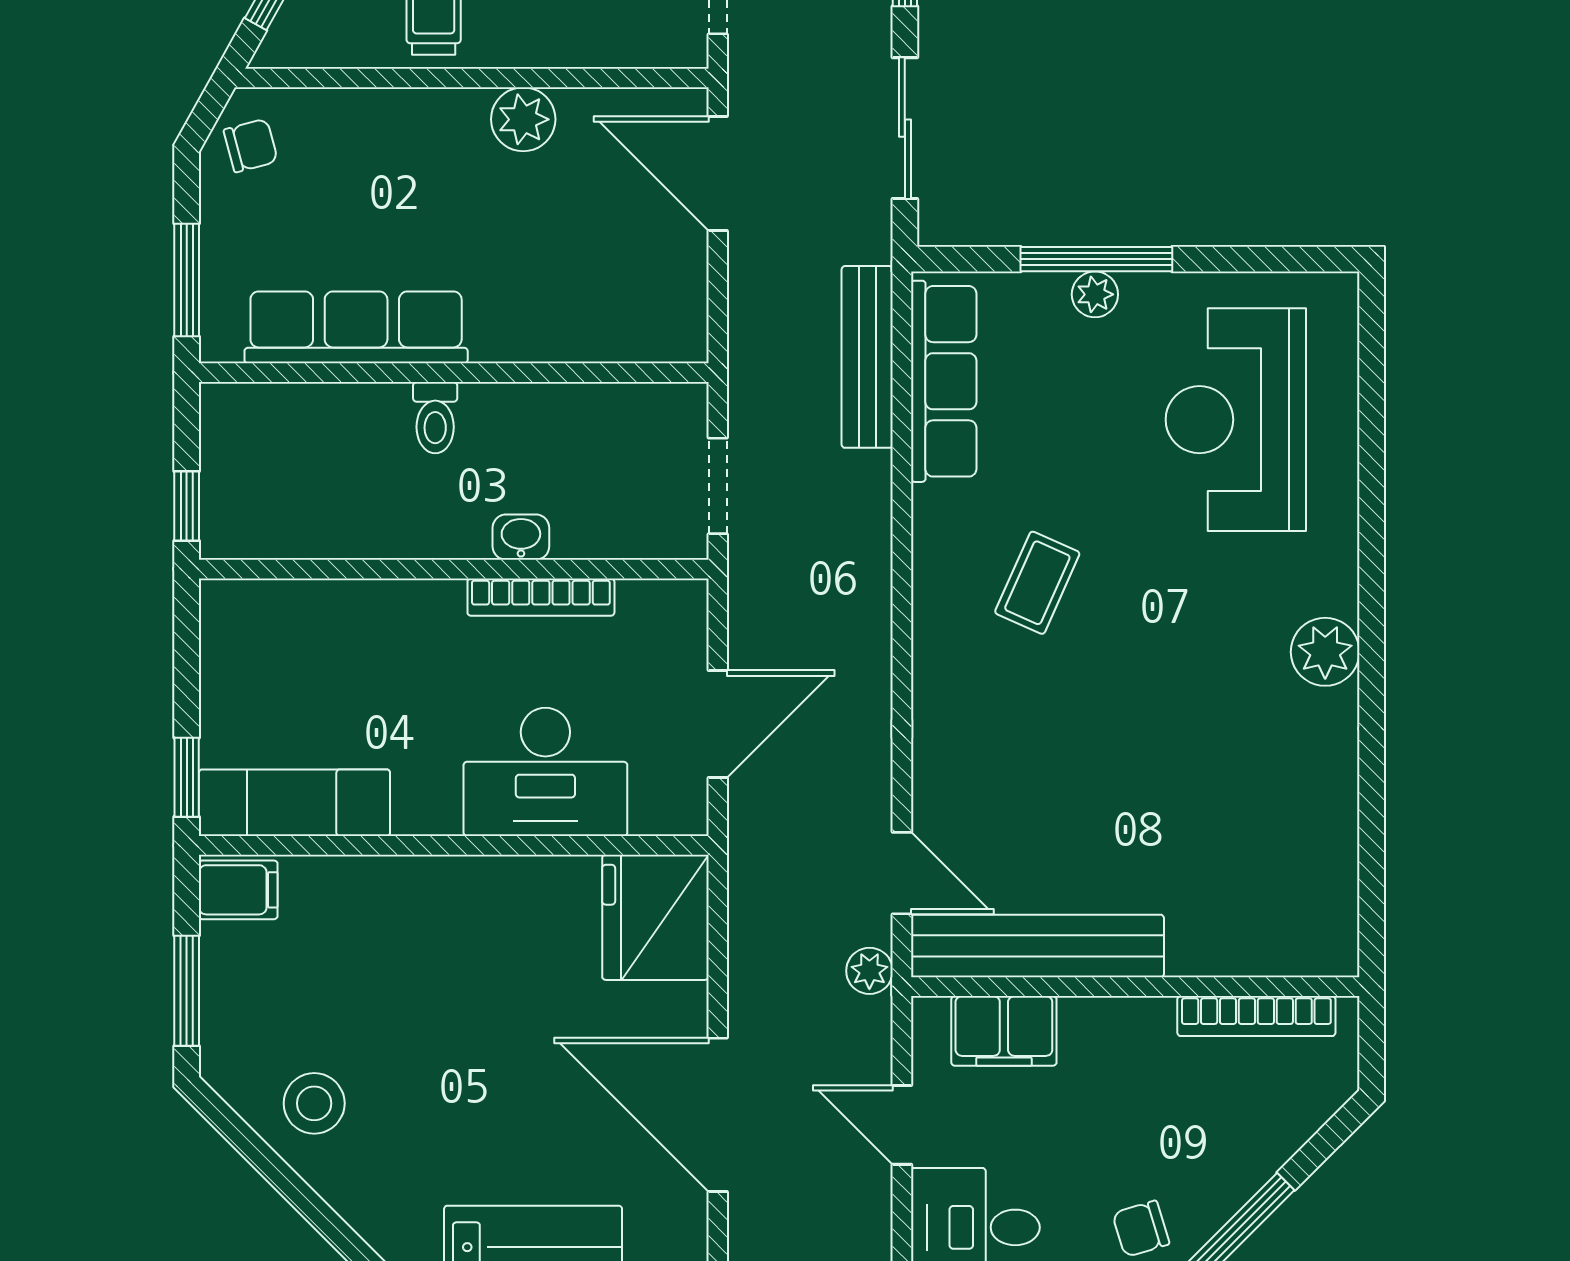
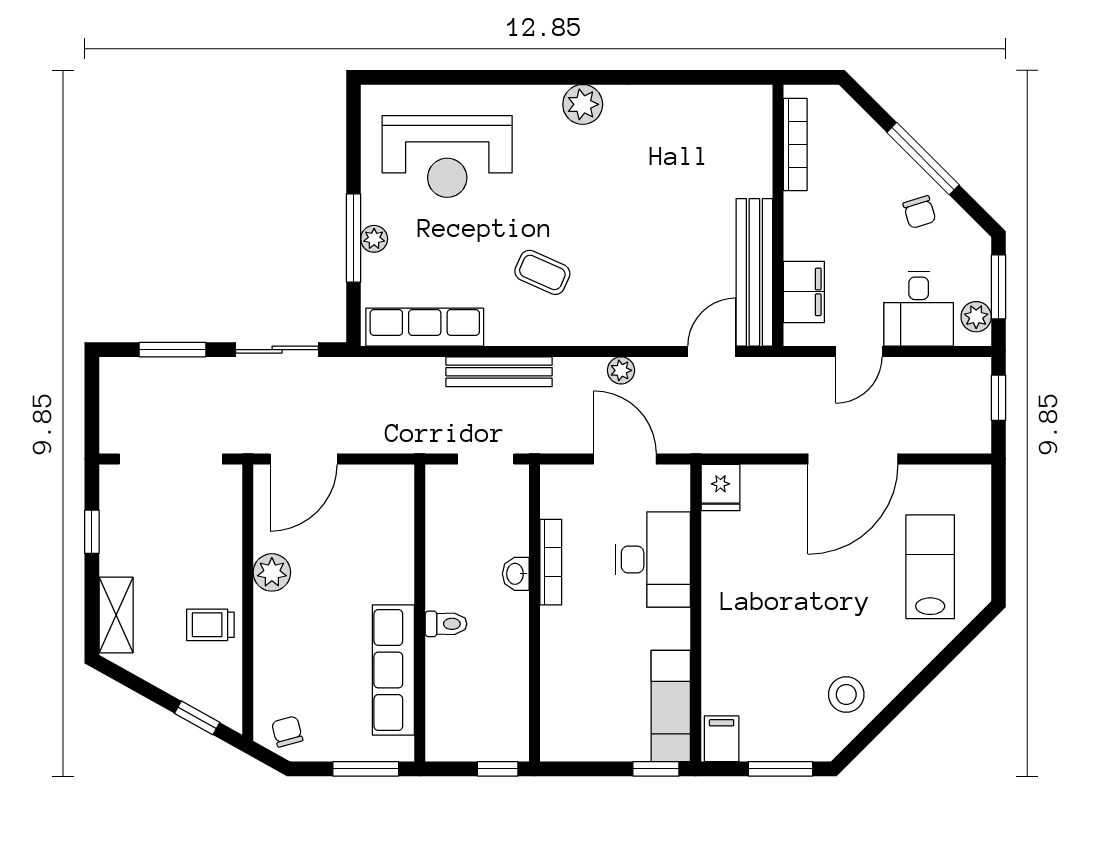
bench: (867, 357) -> (499, 372), moved
fridge: (655, 917) -> (720, 487), width x0.53, depth x0.75
plant: (869, 971) -> (621, 370), moved

